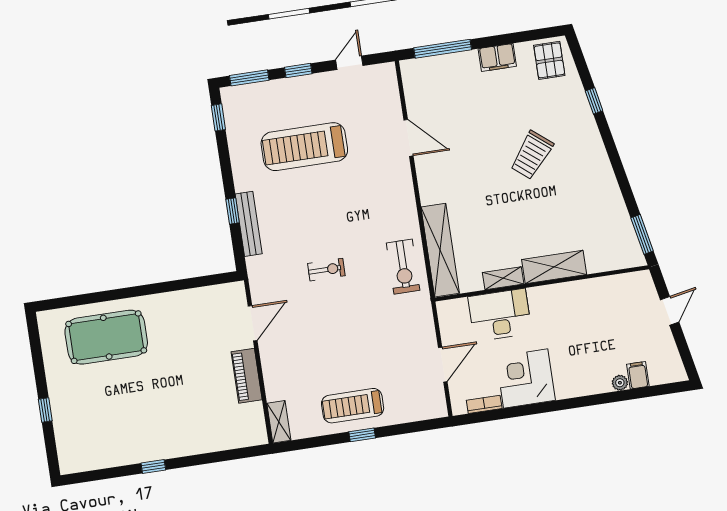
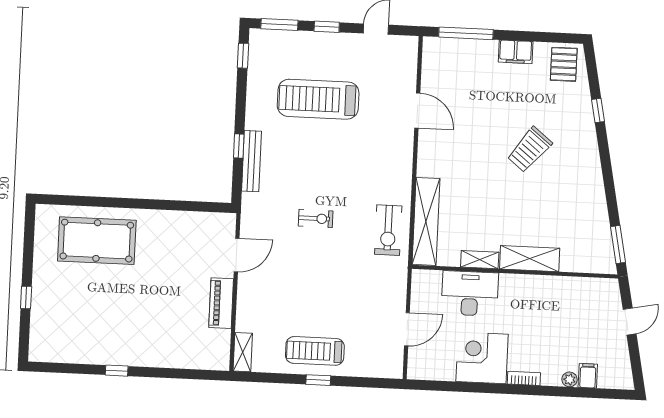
bookcase: (484, 404) -> (524, 378), moved

